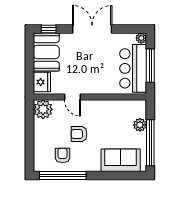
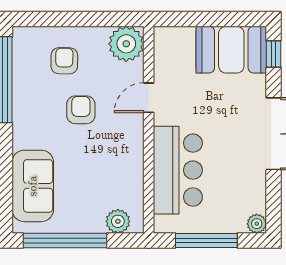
bar counter: (133, 68) -> (178, 170), moved, turned 90
fridge: (42, 82) -> (176, 42), removed
plant: (140, 125) -> (118, 221), moved
armchair: (63, 155) -> (64, 61), moved, turned -89

